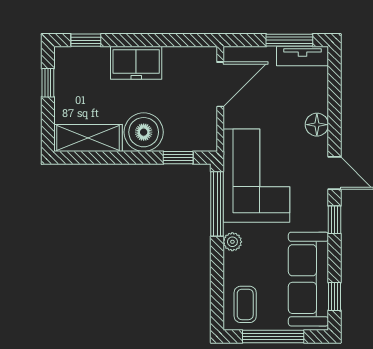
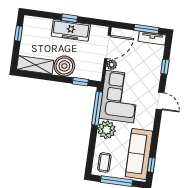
window: (86, 40) -> (70, 18), moved
freezer: (136, 63) -> (71, 30), width x1.40
plant: (233, 117) -> (112, 65), added
floor lamp: (317, 125) -> (155, 75), removed
window: (334, 220) -> (165, 67), moved
plant: (232, 242) -> (107, 130), width x1.87, depth x1.87

